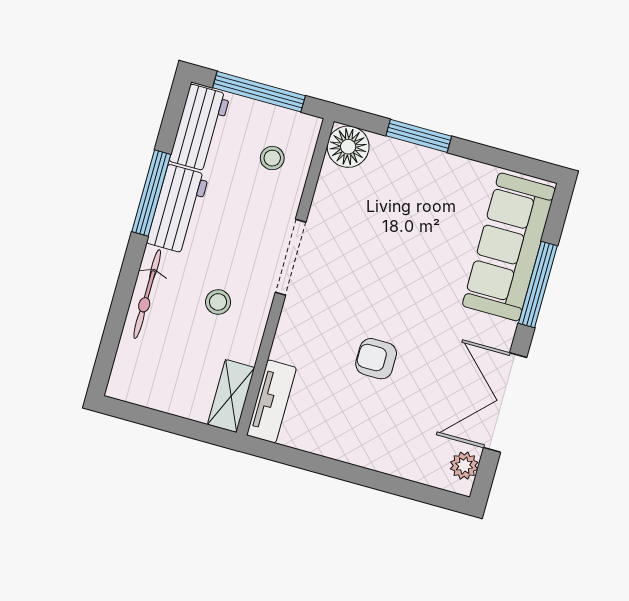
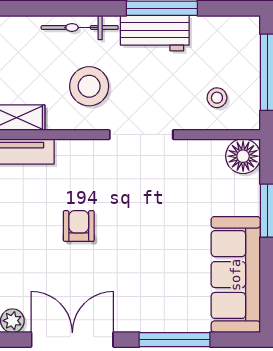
workbench: (200, 128) -> (225, 33), removed
sofa: (509, 247) -> (236, 275), moved, turned -90
stool: (218, 302) -> (89, 86), width x1.89, depth x1.89

